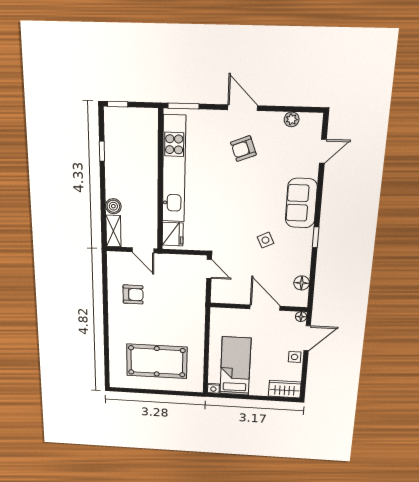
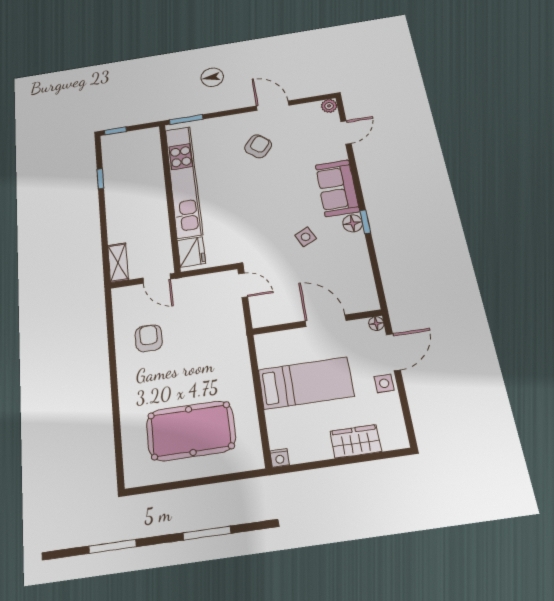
door: (243, 108) -> (273, 106), moved
plant: (292, 119) -> (329, 106), moved
armchair: (243, 149) -> (258, 146), turned 152
boiler: (113, 206) -> (116, 234), removed
floor lamp: (302, 283) -> (353, 223), moved
armchair: (133, 294) -> (149, 338), turned -90
bed: (235, 366) -> (306, 383), moved, turned 90
wardrobe: (285, 389) -> (356, 441), moved

